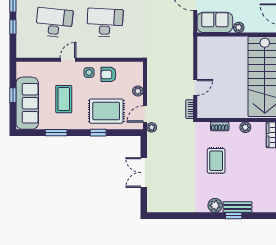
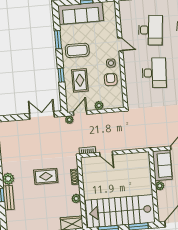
coffee table: (64, 99) -> (77, 50), moved
rug: (106, 111) -> (80, 80), width x0.73, depth x0.70
door: (145, 114) -> (80, 113), hinge flipped
double door: (144, 173) -> (42, 115), moved

